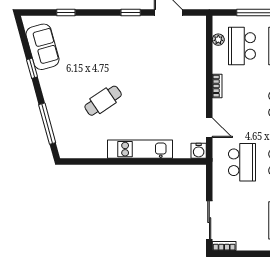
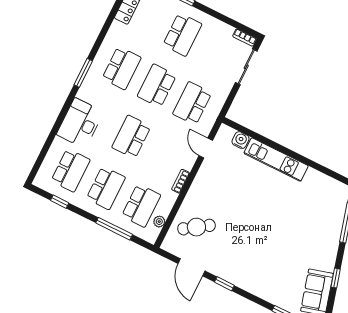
cafe table: (103, 101) -> (196, 227), moved
water cooler: (199, 151) -> (241, 140), moved

